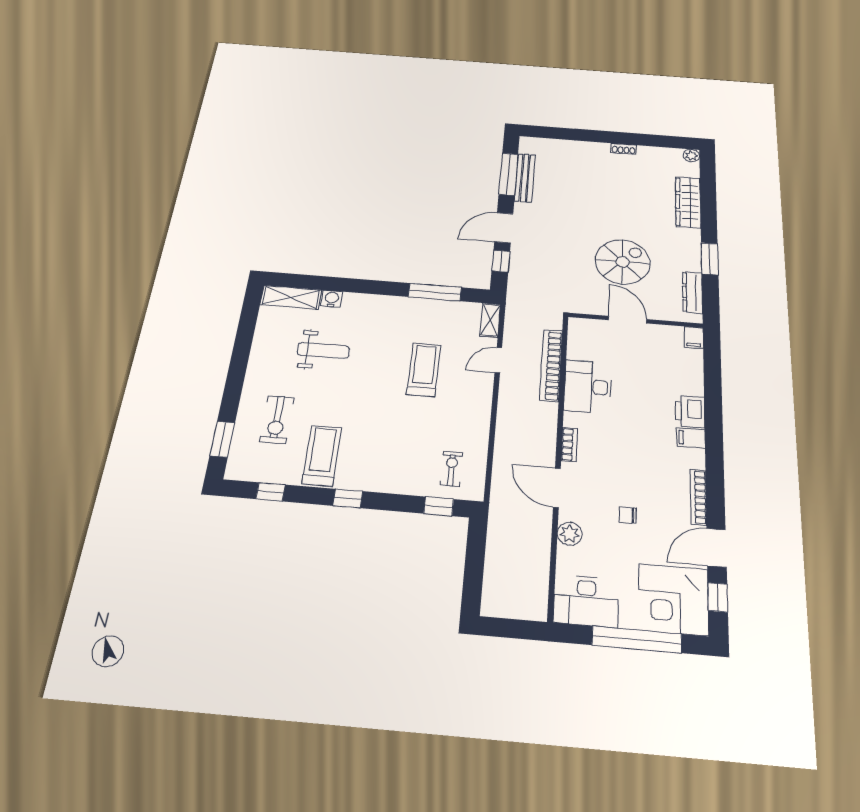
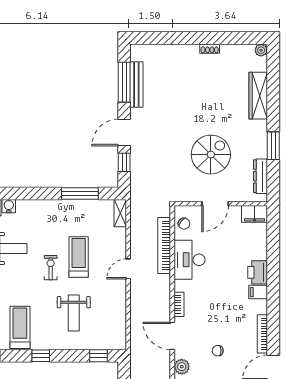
door: (627, 320) -> (215, 204), swing flipped
filing cabinet: (694, 338) -> (254, 214), width x2.00
chair: (582, 340) -> (184, 224), added
door: (498, 360) -> (128, 269), moved
weight bench: (407, 443) -> (74, 313), added
exercise bike: (452, 469) -> (51, 268), moved

